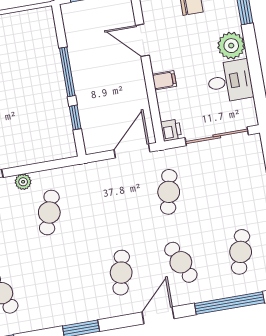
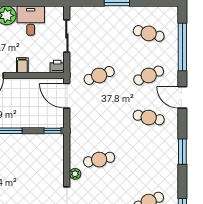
window: (75, 117) -> (53, 131), moved
sliding door: (217, 136) -> (67, 36), width x0.73
cafe table: (169, 192) -> (99, 75), turned -33
cafe table: (49, 212) -> (99, 160), turned -30

